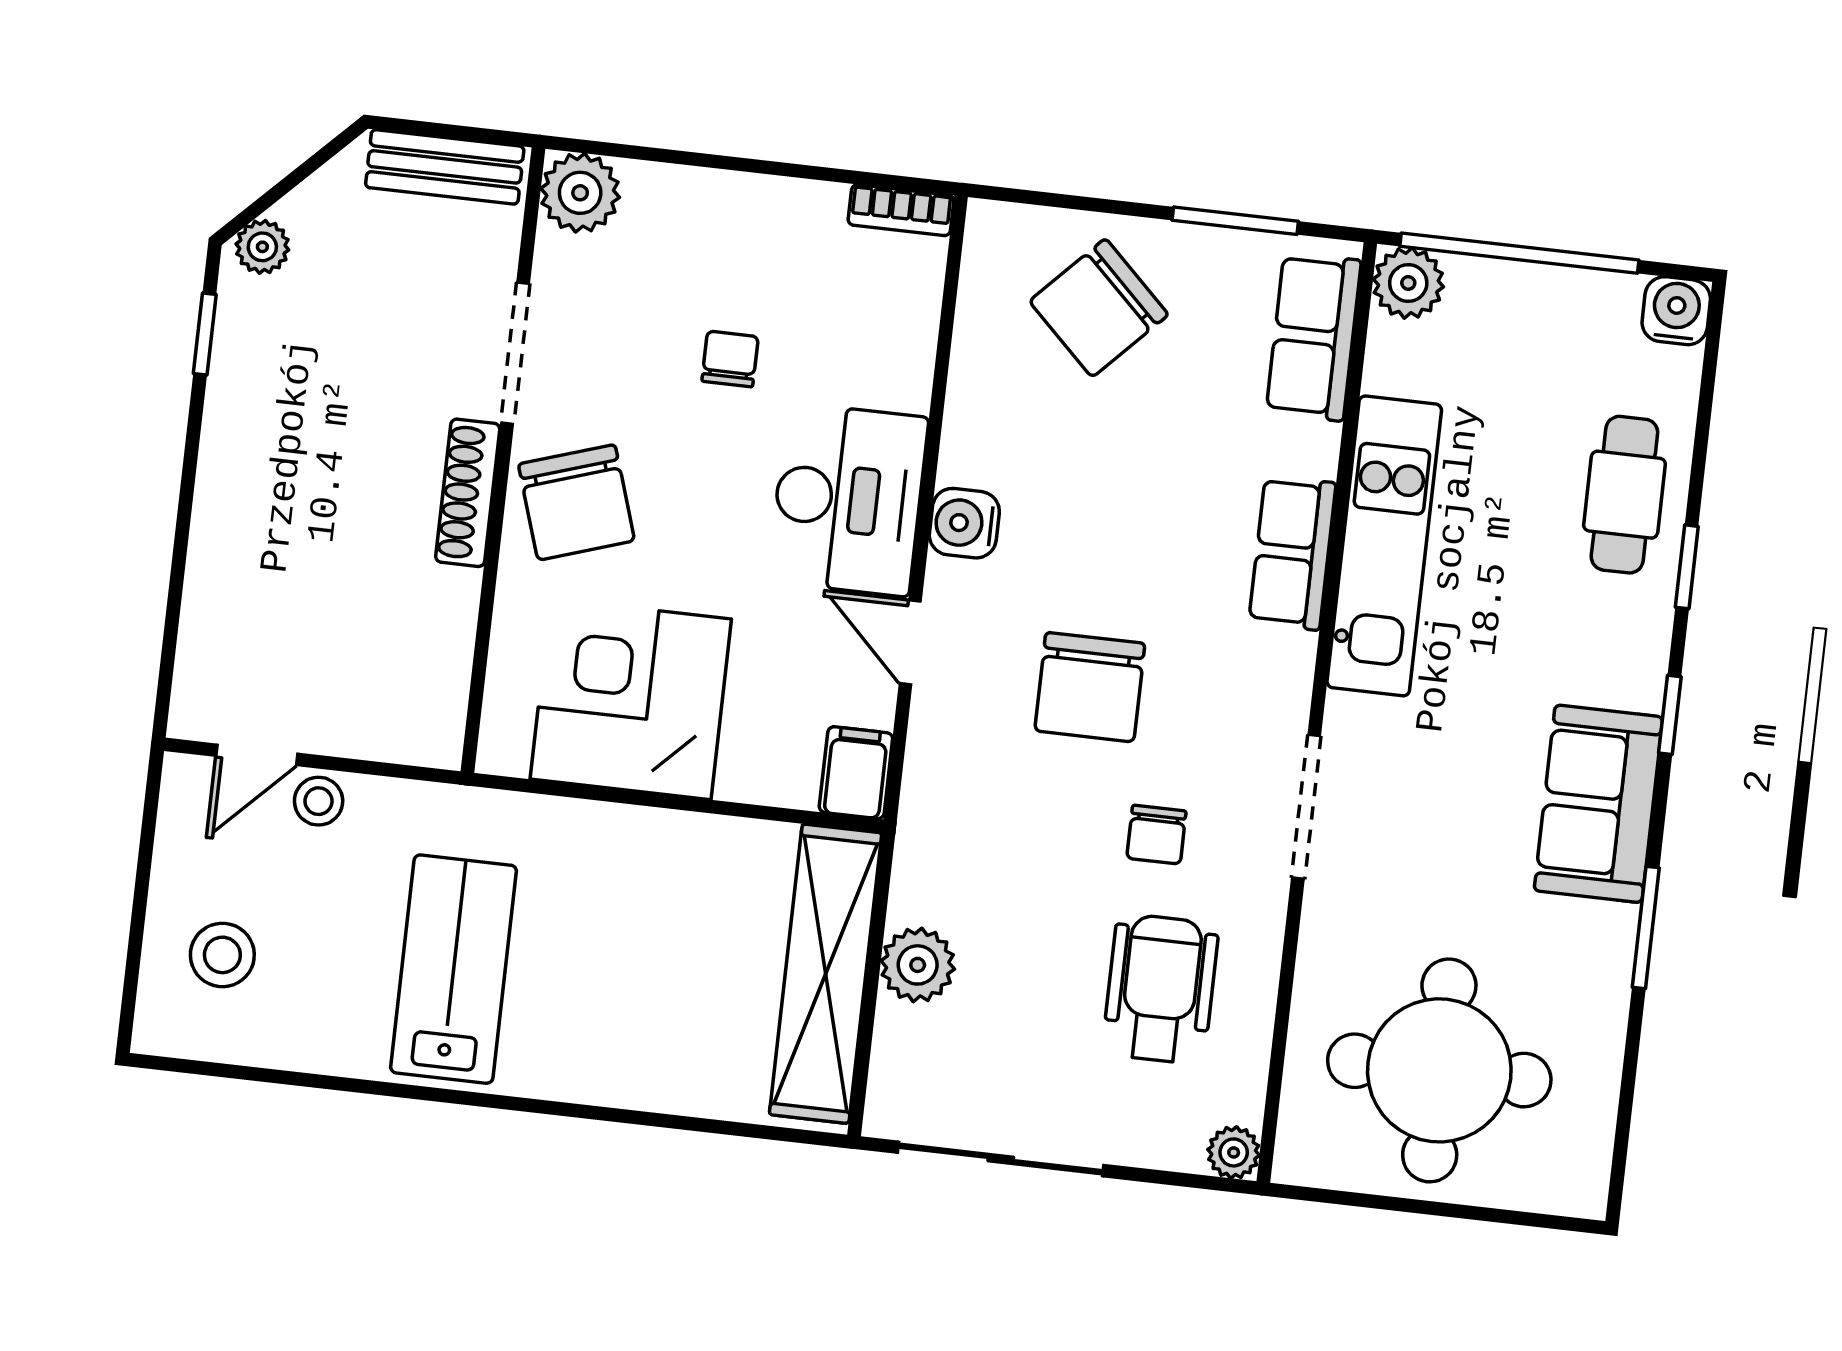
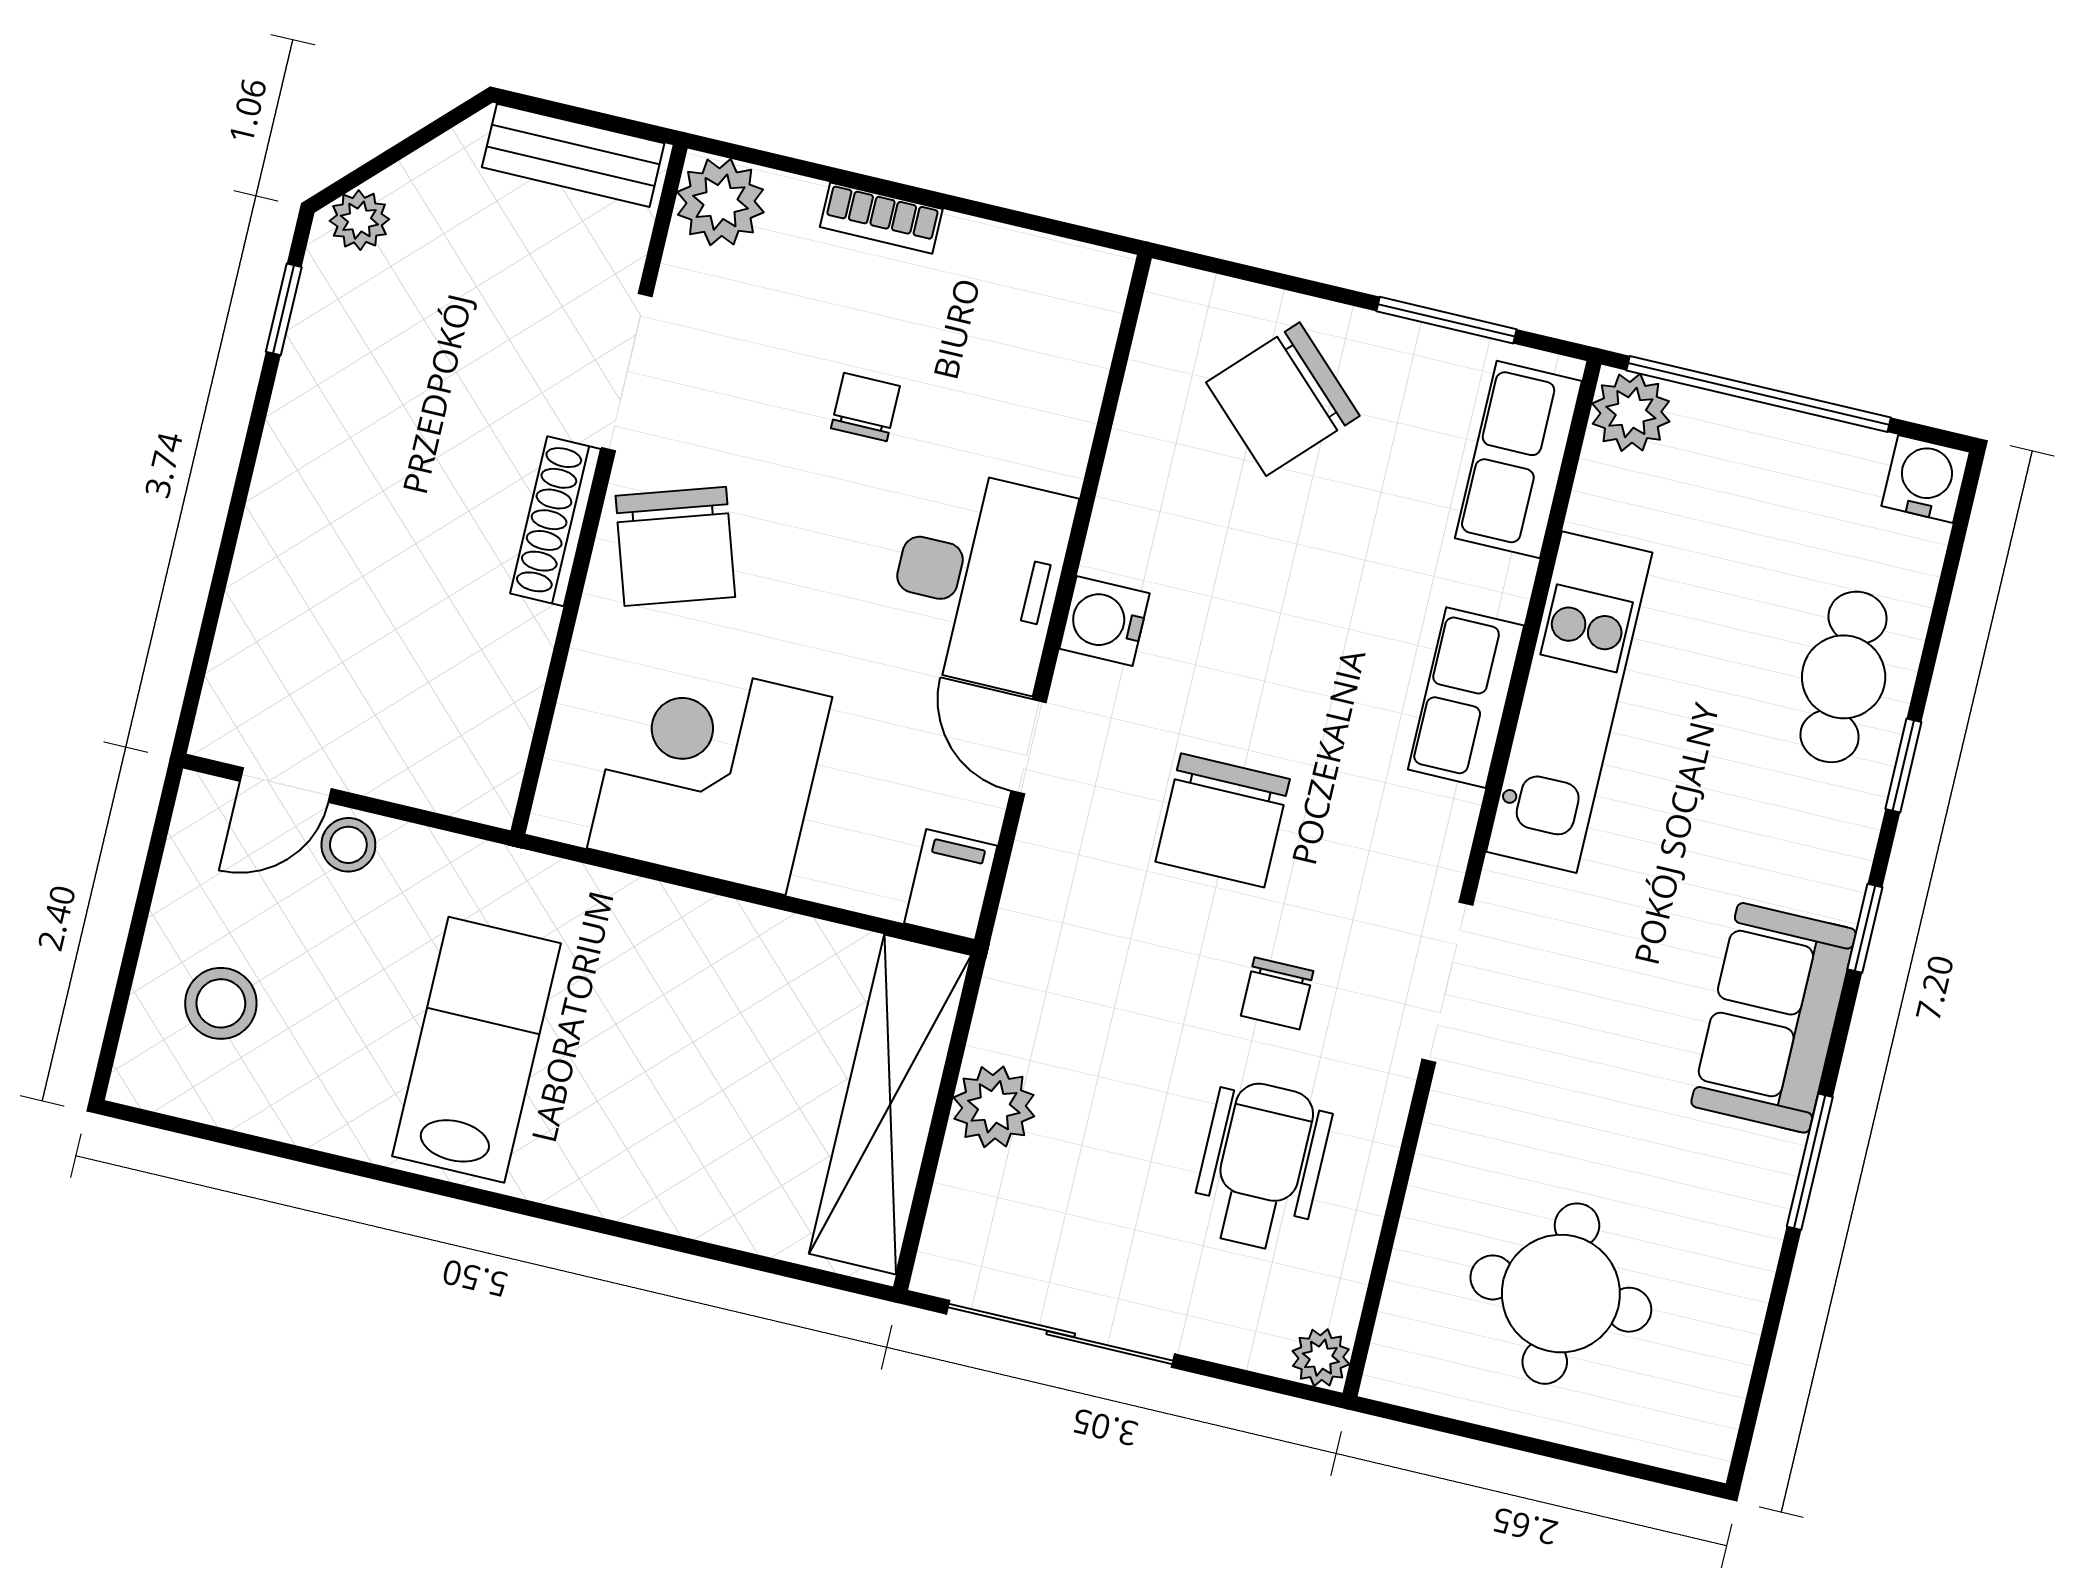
bookcase: (901, 210) -> (881, 218), moved
round table: (1439, 1070) -> (1561, 1294), width x0.73, depth x0.73

